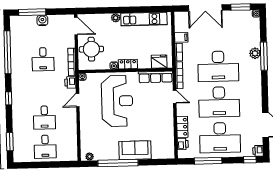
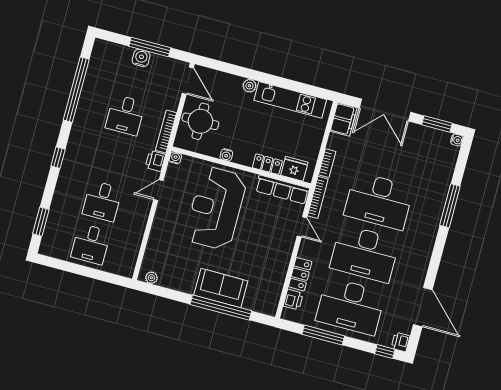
window: (32, 12) -> (150, 47), moved
filing cabinet: (181, 37) -> (343, 119), moved, width x2.00
plant: (255, 53) -> (438, 198), removed
locker: (128, 64) -> (267, 164), moved
reception desk: (117, 101) -> (216, 208), turned 180
window: (118, 163) -> (221, 308), moved

